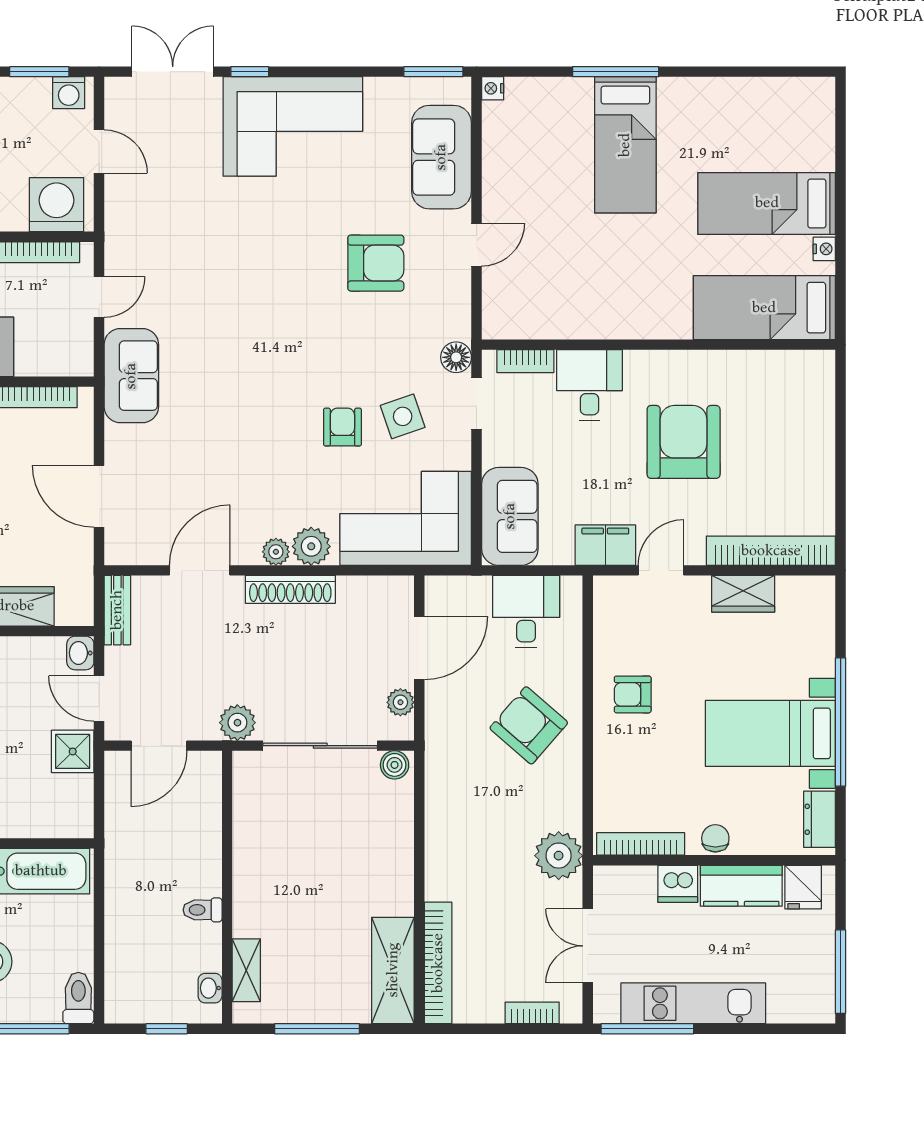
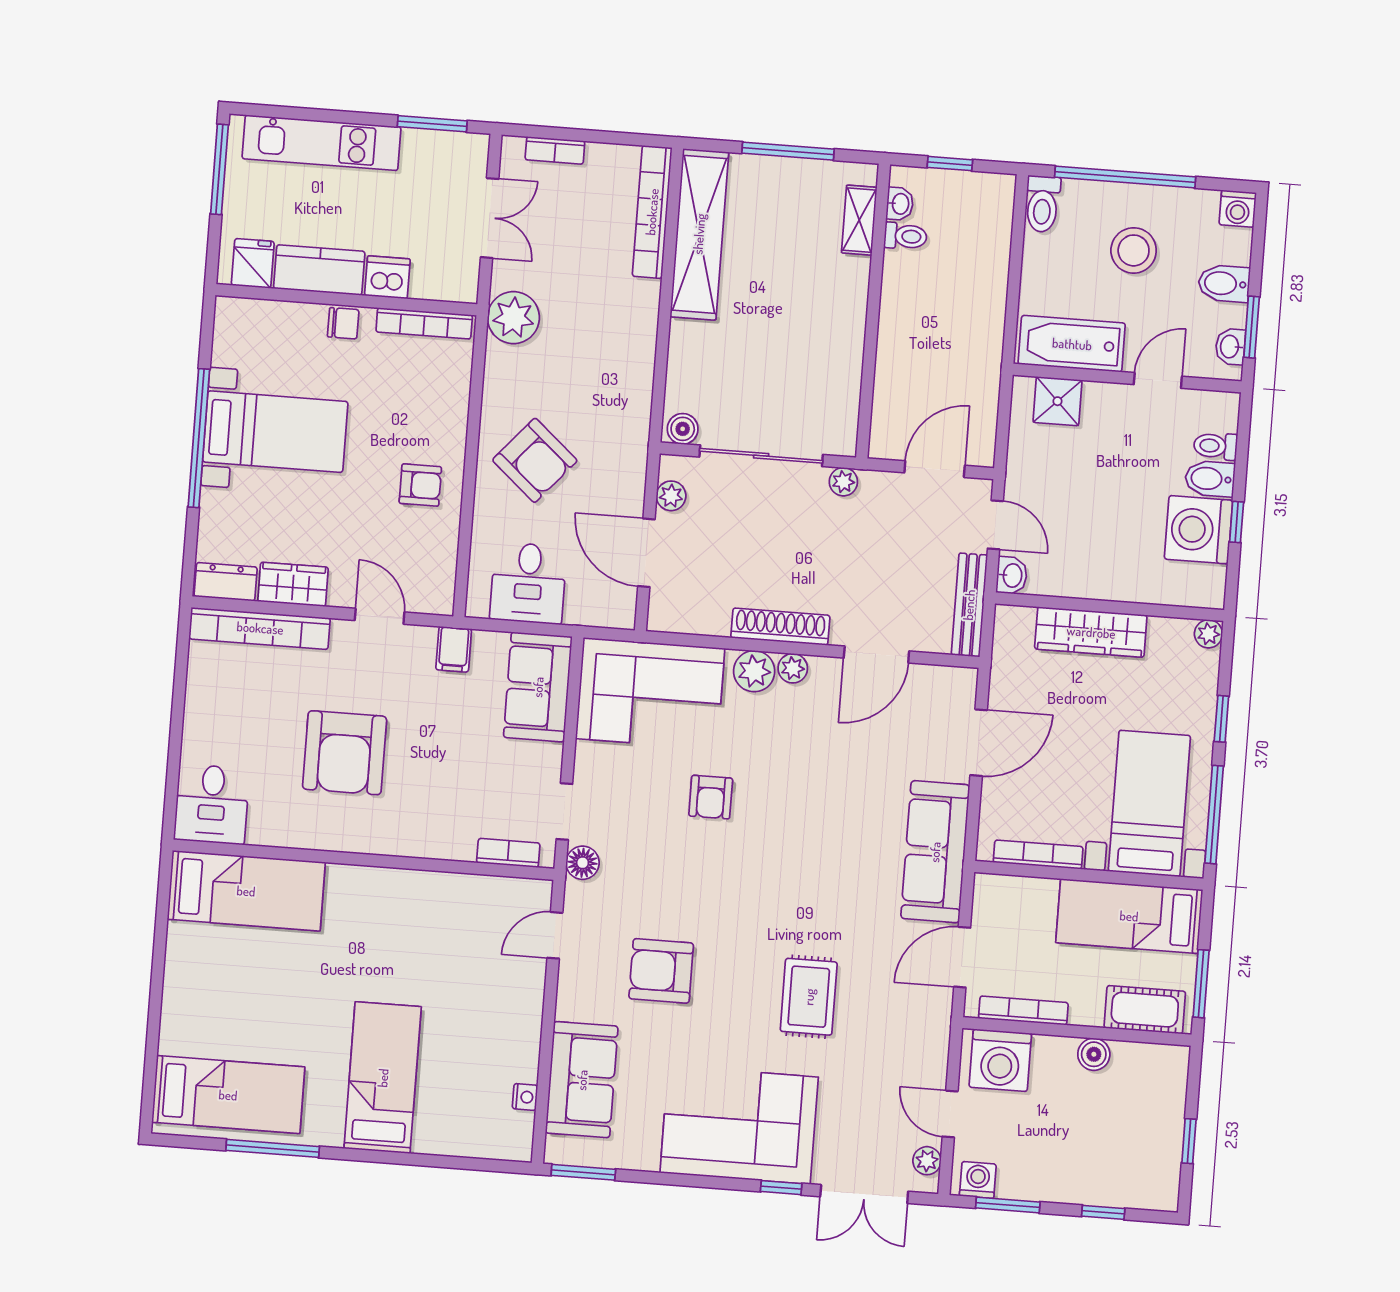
window: (616, 72) -> (273, 1148), moved
nightstand: (493, 88) -> (525, 1097), moved
plant: (117, 107) -> (927, 1161), added
bed: (767, 203) -> (228, 1095), moved
door: (477, 245) -> (555, 935), moved
nightstand: (824, 249) -> (177, 949), removed
rug: (238, 250) -> (809, 997), added
door: (99, 297) -> (962, 957), width x1.38
sofa: (131, 376) -> (935, 852), width x1.36
desk: (589, 385) -> (212, 804), moved
side table: (403, 416) -> (645, 804), removed
door: (99, 496) -> (979, 743), hinge flipped
filing cabinet: (605, 545) -> (454, 649), width x0.50
door: (661, 570) -> (380, 616), swing flipped
bench: (117, 610) -> (969, 605), width x1.36
door: (419, 648) -> (646, 553), hinge flipped
plant: (237, 723) -> (843, 482), width x0.73, depth x0.73
shower: (73, 751) -> (1057, 401), moved
dresser: (820, 819) -> (226, 582), moved, turned -90
chair: (715, 838) -> (343, 323), turned -90
toilet: (203, 910) -> (905, 236), moved
shelving: (393, 970) -> (699, 234), width x1.47
kitchen unit: (693, 1003) -> (321, 143), moved
window: (647, 1029) -> (432, 124), width x0.69

